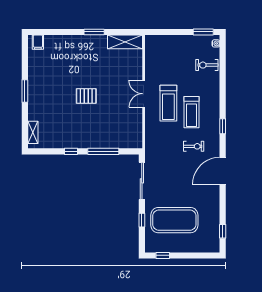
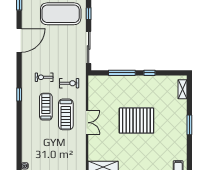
exercise bike: (207, 65) -> (69, 83), moved
pallet: (86, 96) -> (136, 121), width x2.05, depth x2.00
treadmill: (168, 103) -> (66, 114), turned 180
door: (223, 171) -> (19, 40), moved

